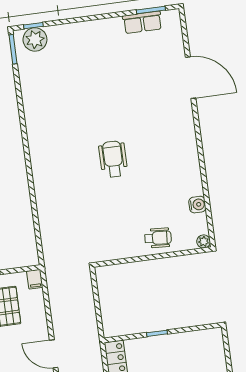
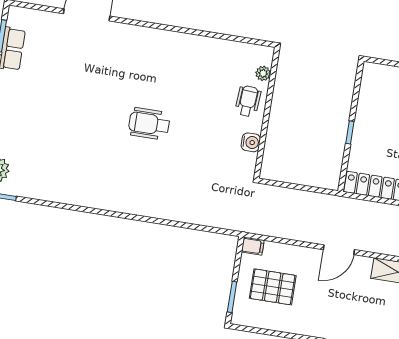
water cooler: (197, 205) -> (251, 142), moved, turned 90
plant: (204, 241) -> (263, 73), moved

